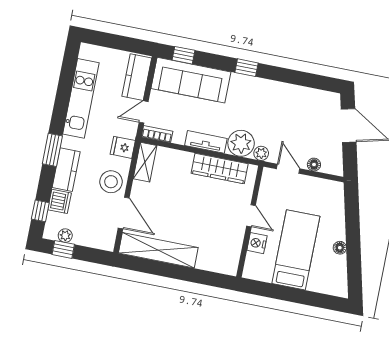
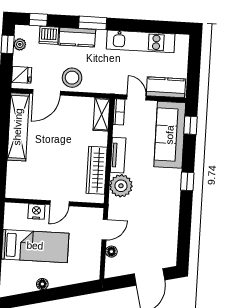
fridge: (123, 147) -> (22, 75), moved, turned 90
plant: (261, 153) -> (115, 204), removed
shelving: (145, 162) -> (102, 114), moved, turned 90

